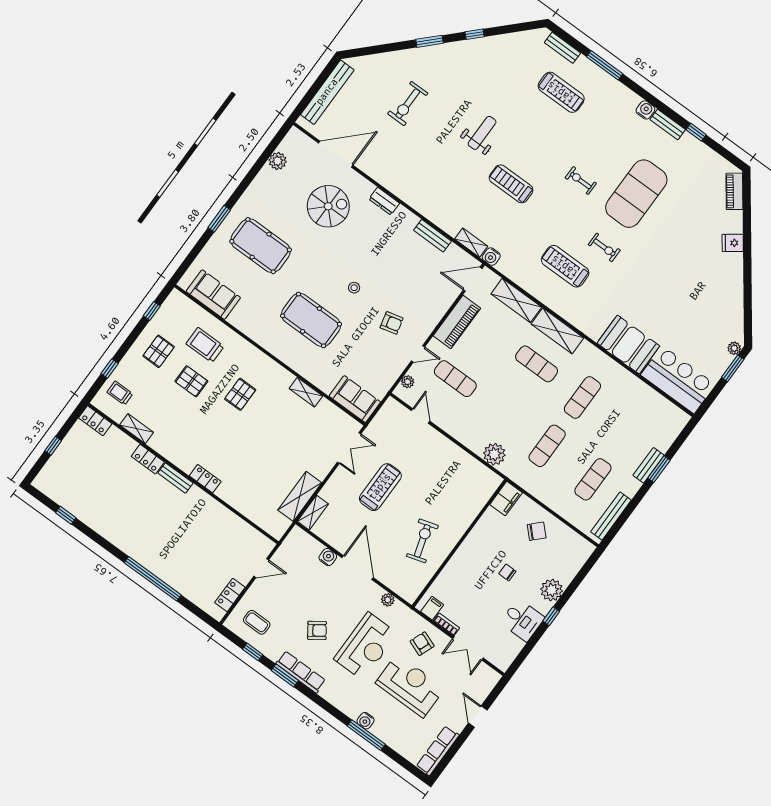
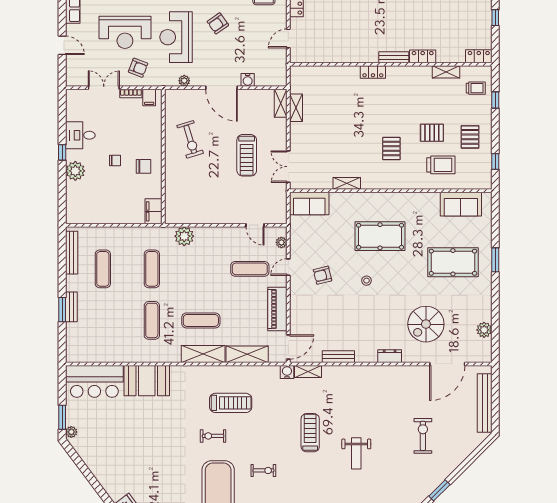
treadmill: (511, 184) -> (310, 433), turned -90
shelving: (300, 496) -> (296, 108), width x0.67, depth x0.75
chair: (537, 531) -> (144, 166), moved, turned -135

